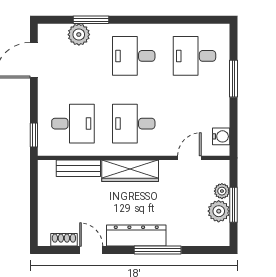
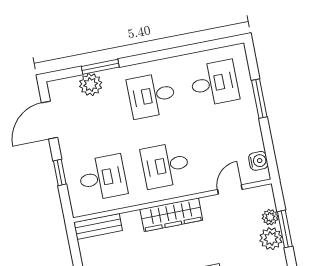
desk: (194, 56) -> (214, 83), turned 180
window: (34, 135) -> (60, 173), moved
bench: (78, 168) -> (98, 226), moved

